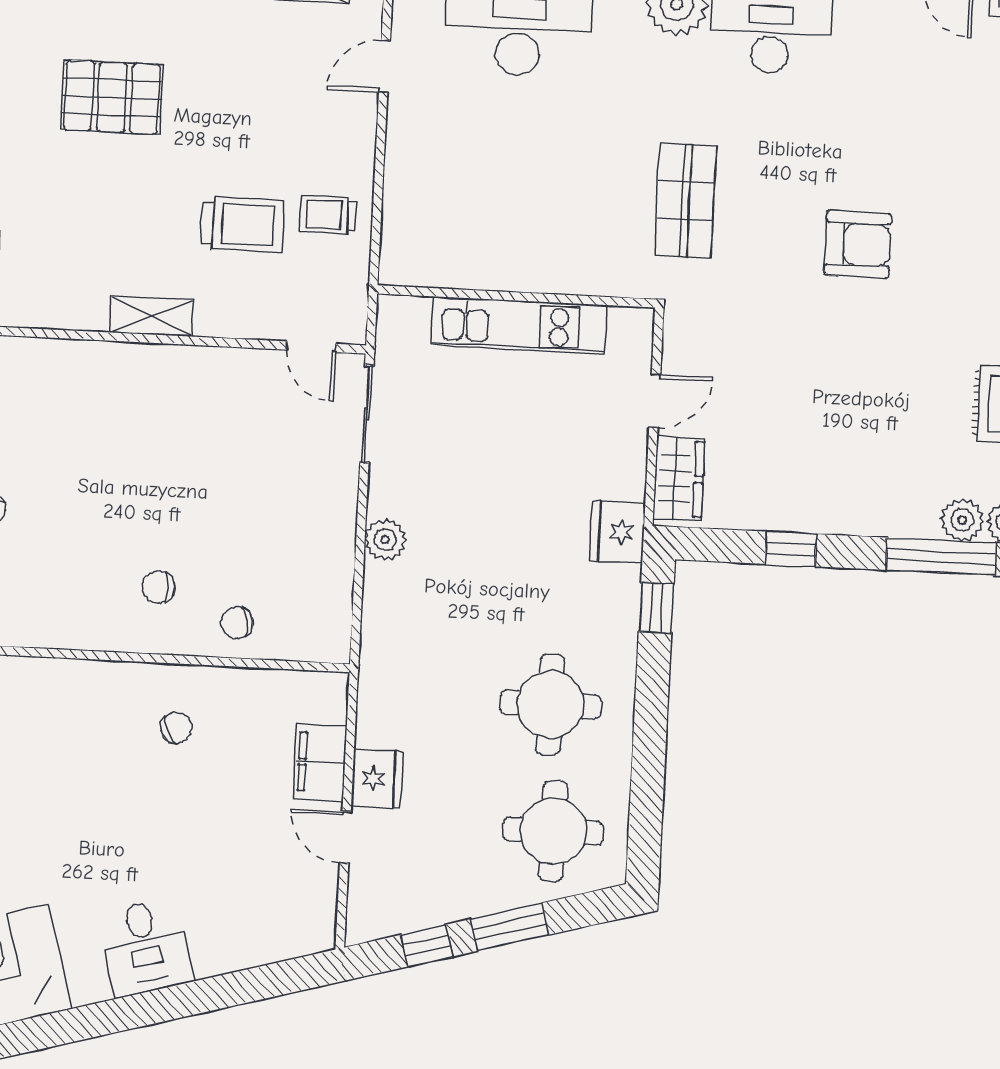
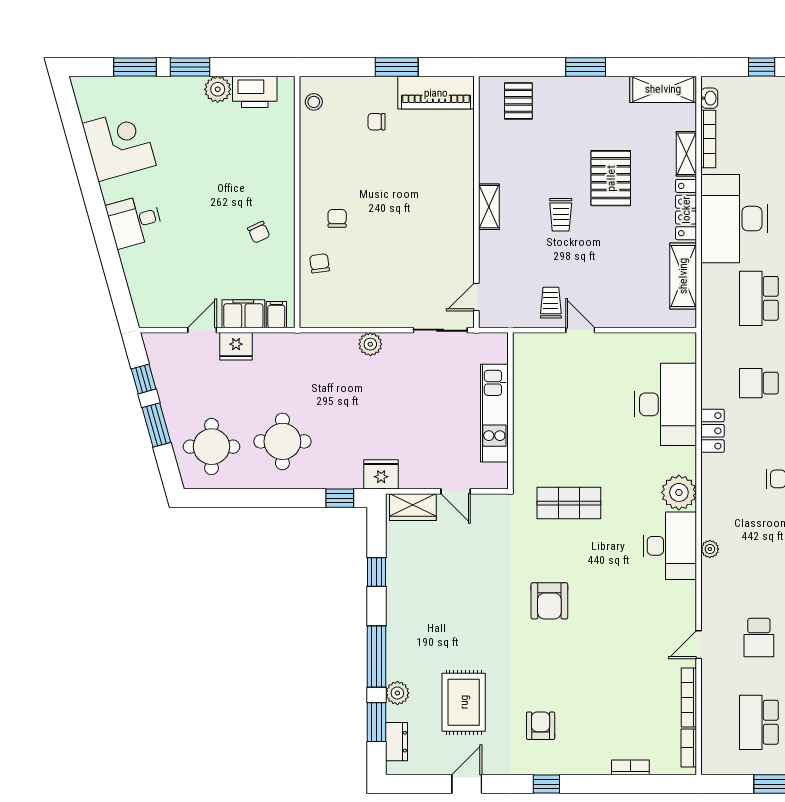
door: (384, 66) -> (580, 330), moved
trolley: (242, 225) -> (561, 215), moved, width x0.73, depth x0.72
plant: (962, 520) -> (398, 667), removed
filing cabinet: (324, 704) -> (276, 315), added

